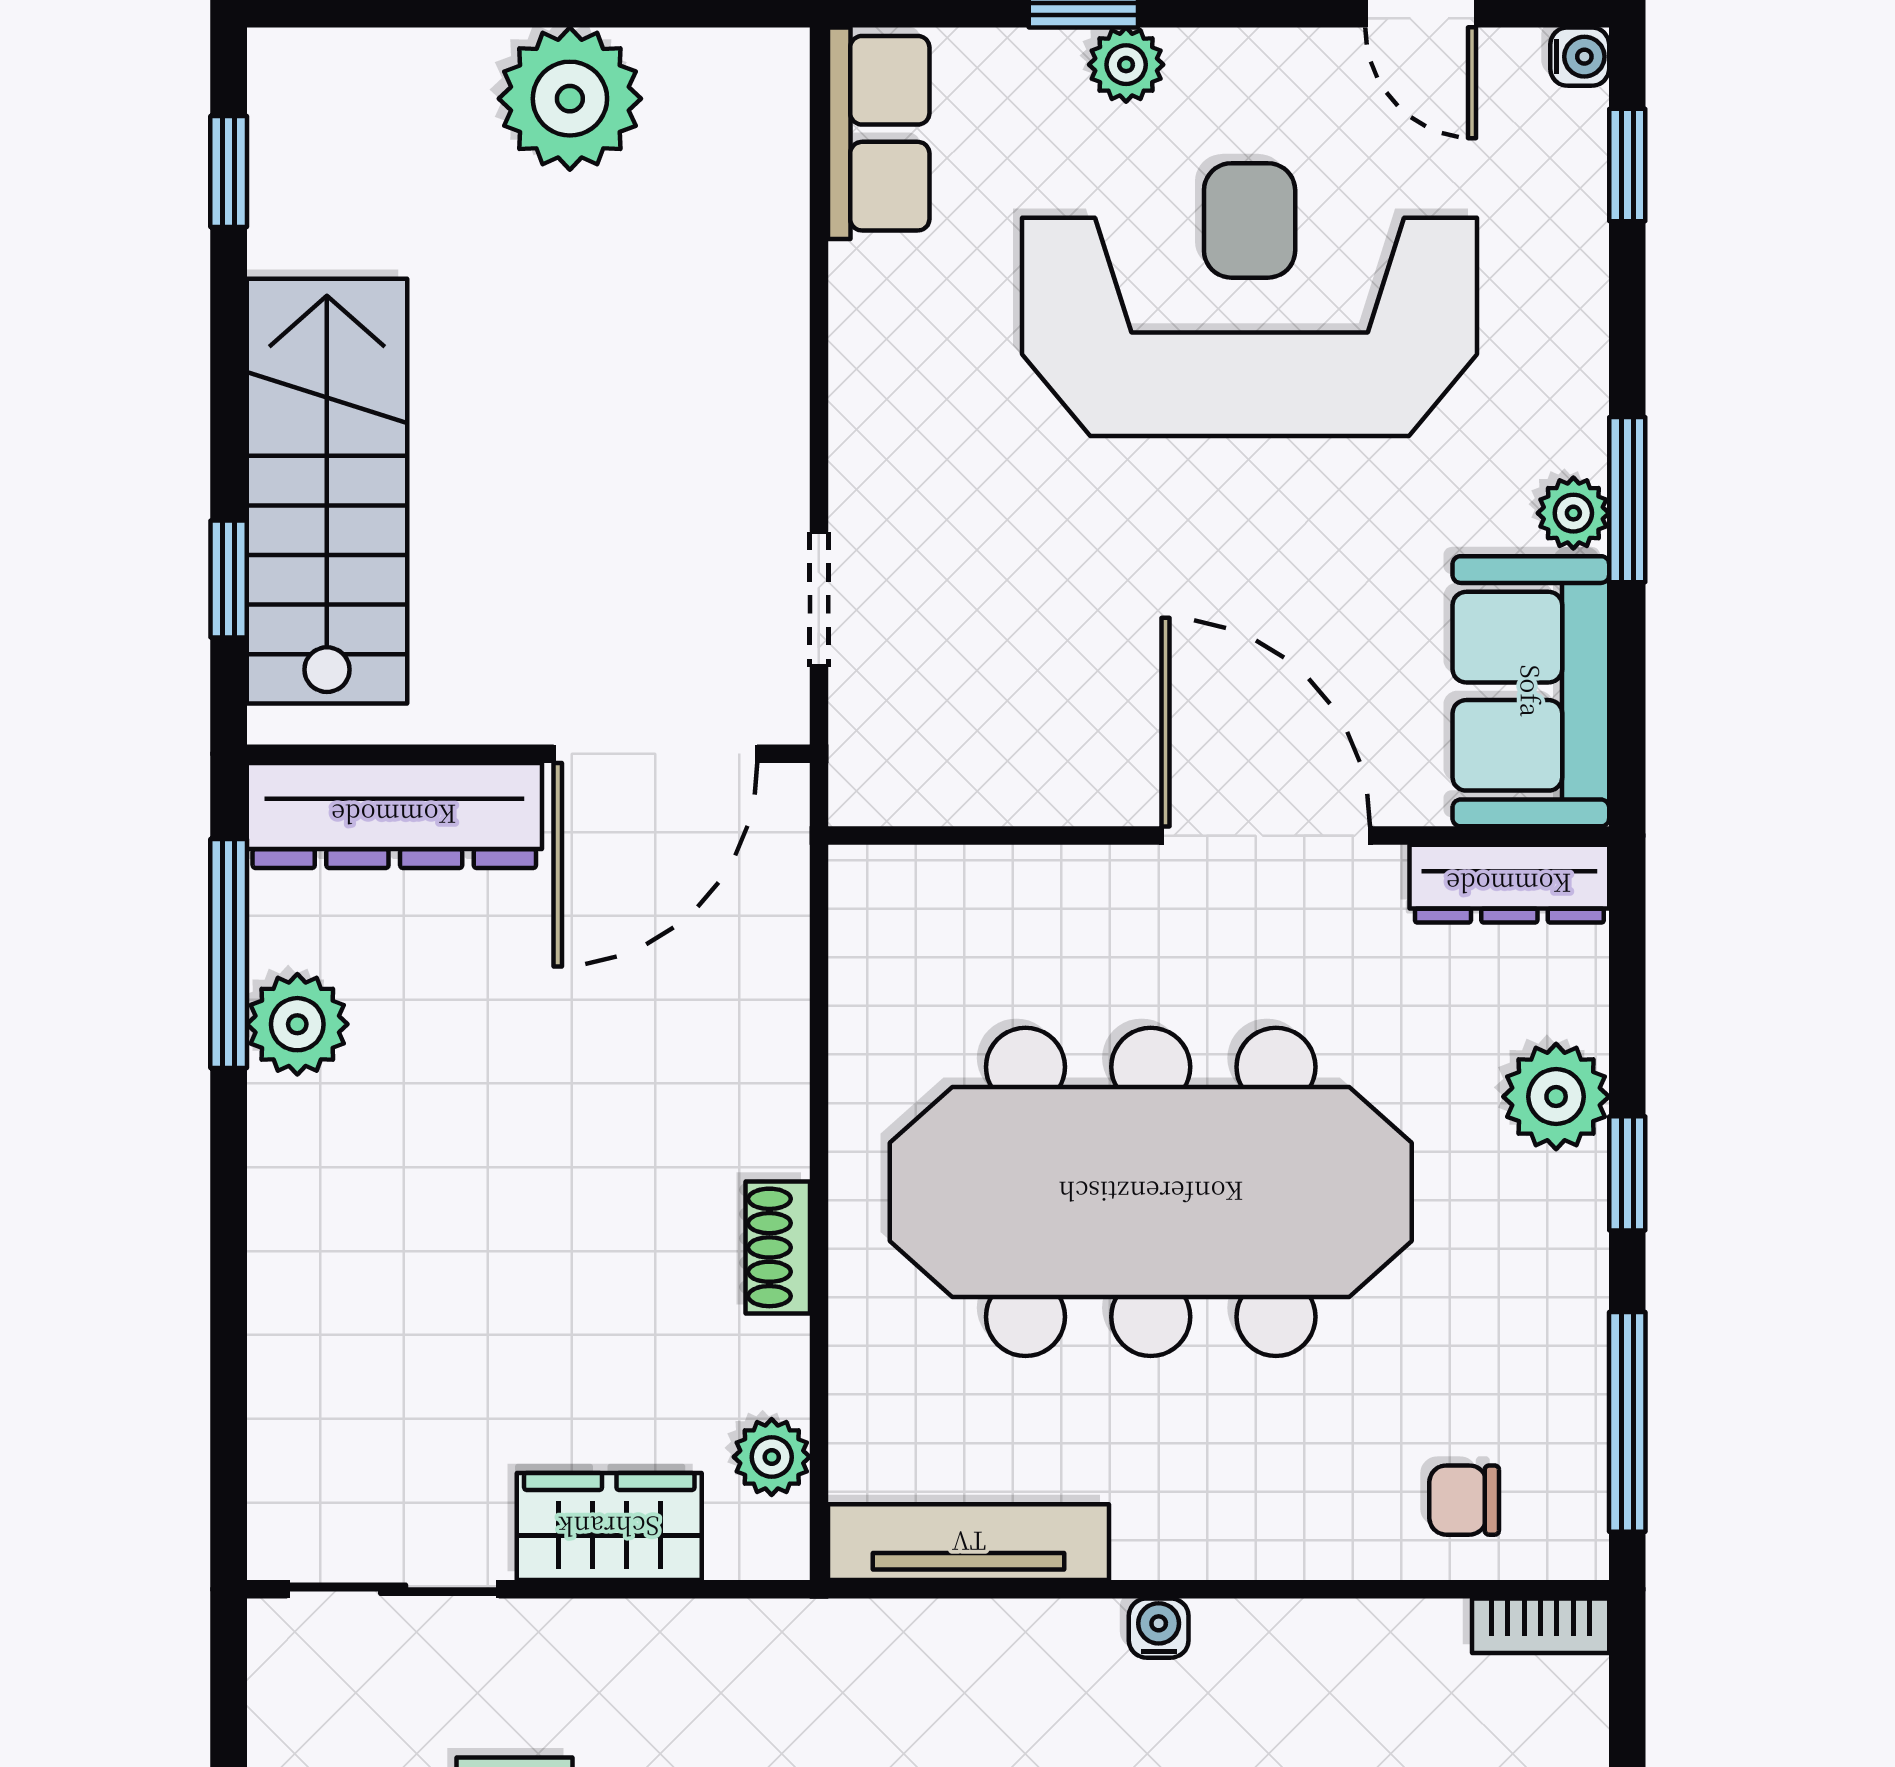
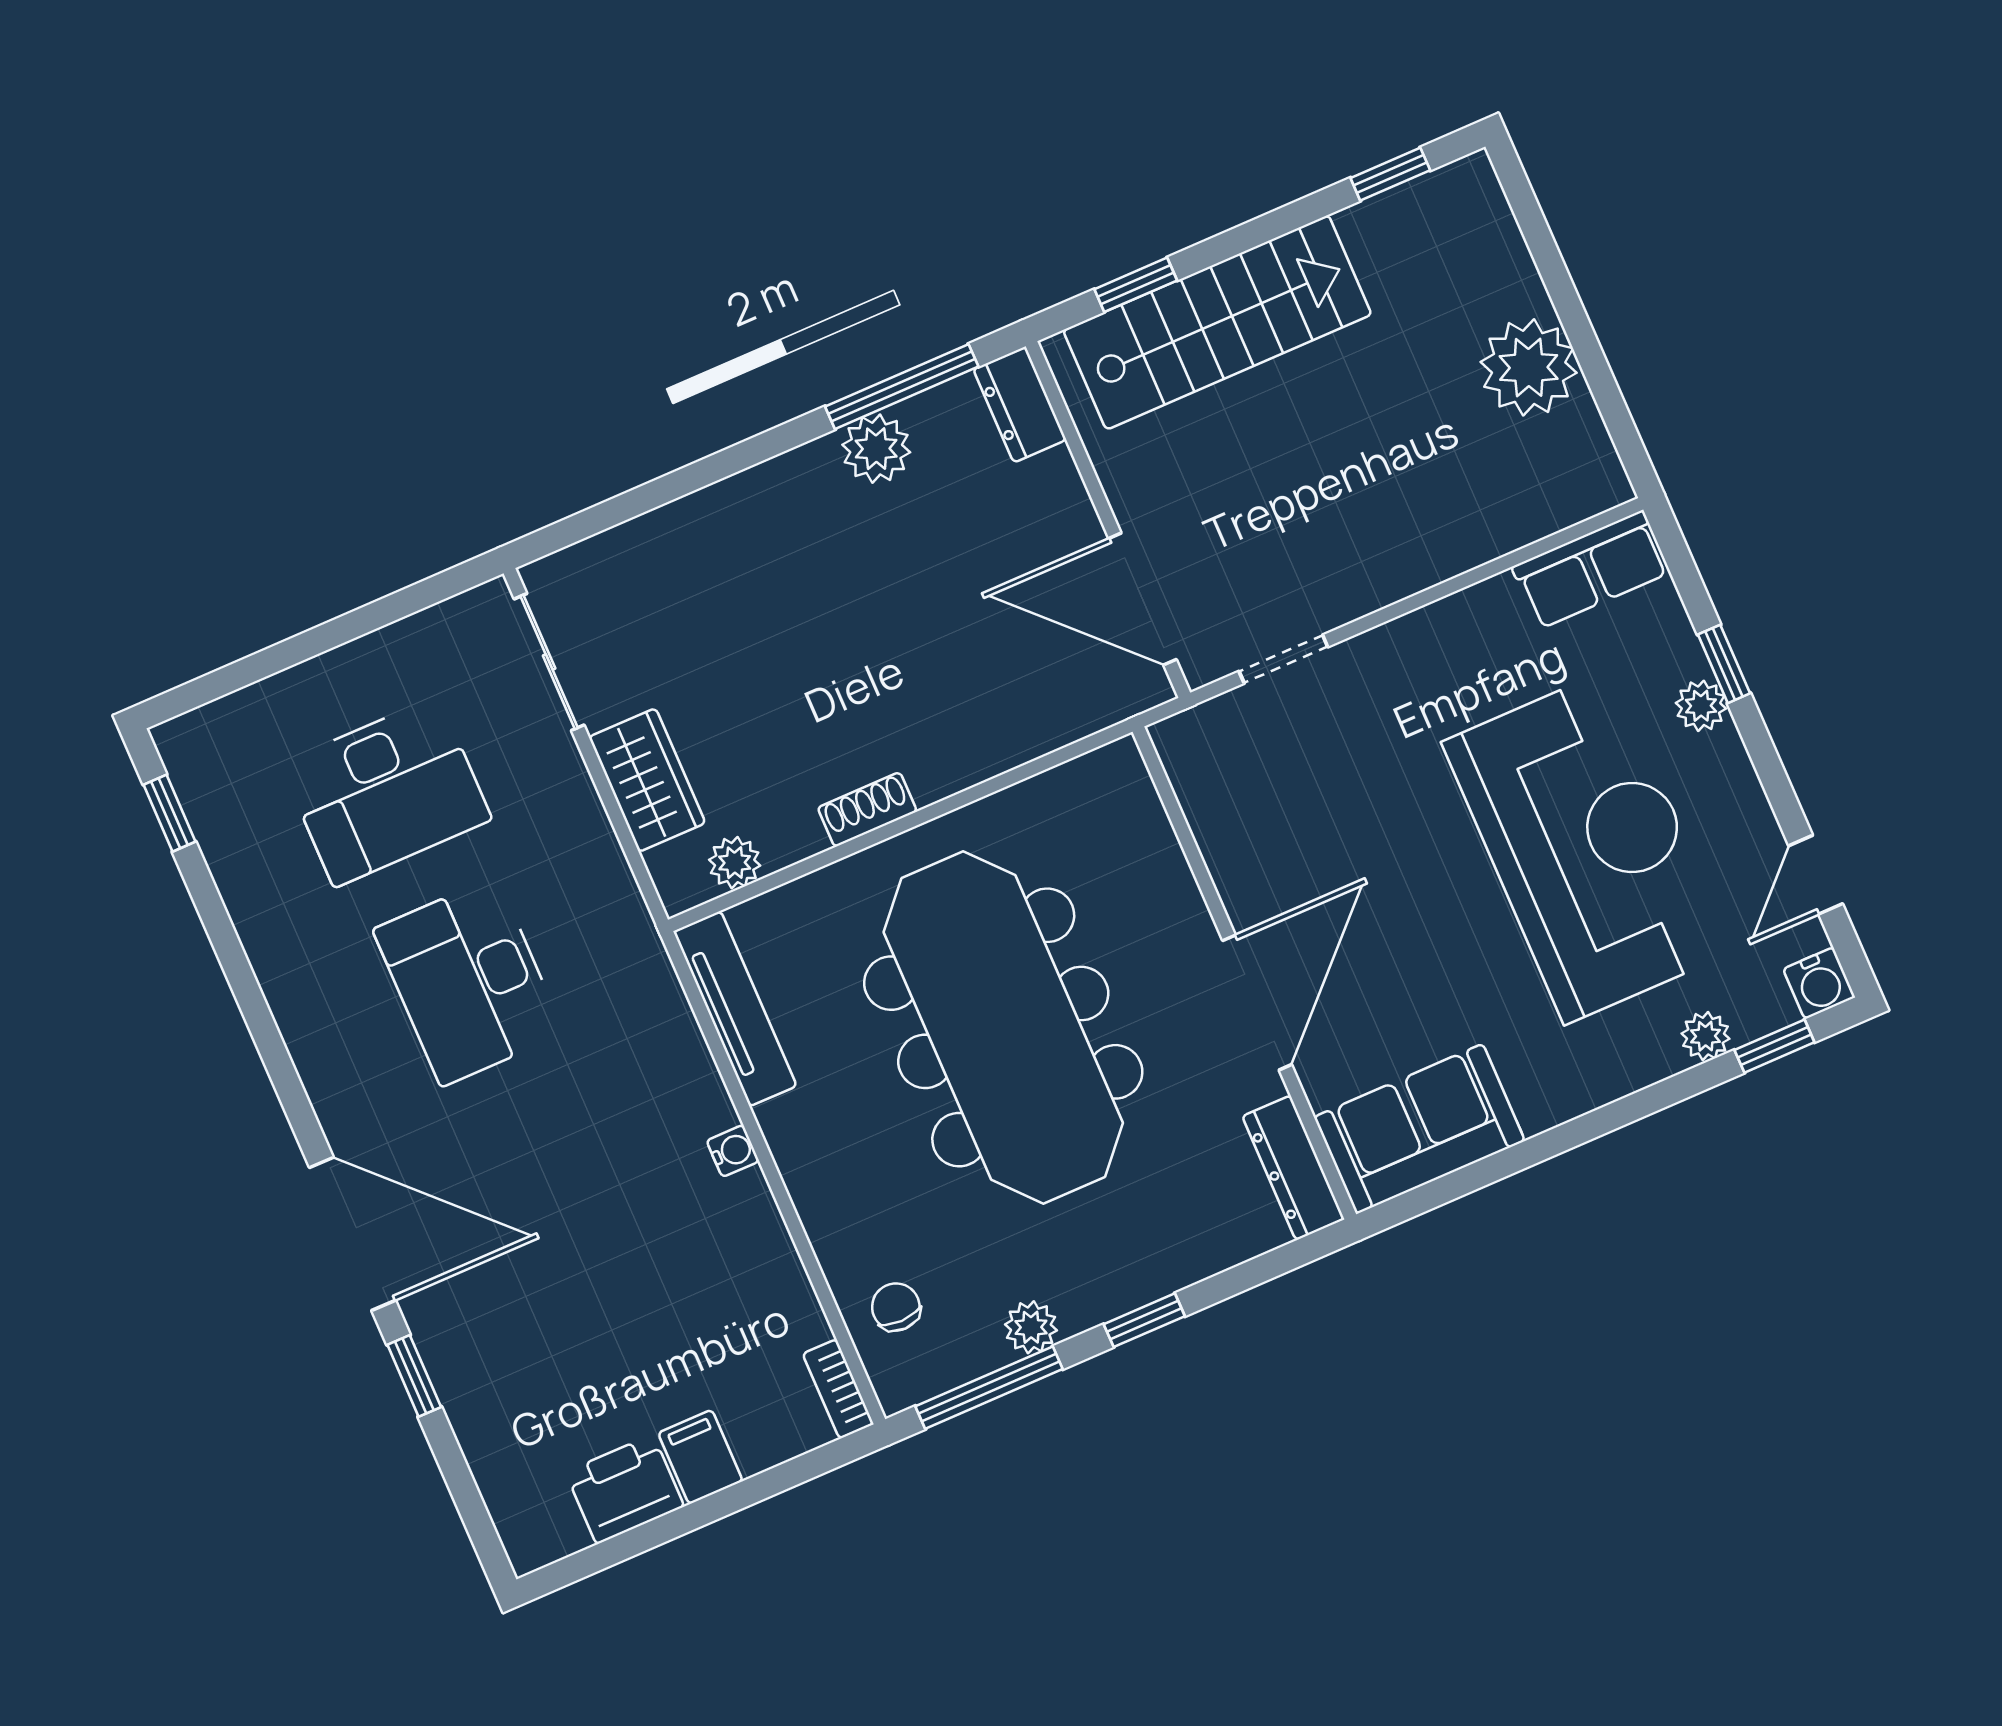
water cooler: (1580, 57) -> (1819, 983), width x1.38, depth x1.38
window: (1627, 500) -> (1565, 1137), removed
plant: (1573, 513) -> (1705, 1036), moved
dresser: (394, 815) -> (1020, 405), width x0.51, depth x0.80
plant: (1556, 1097) -> (1031, 1327), moved, width x0.73, depth x0.73

